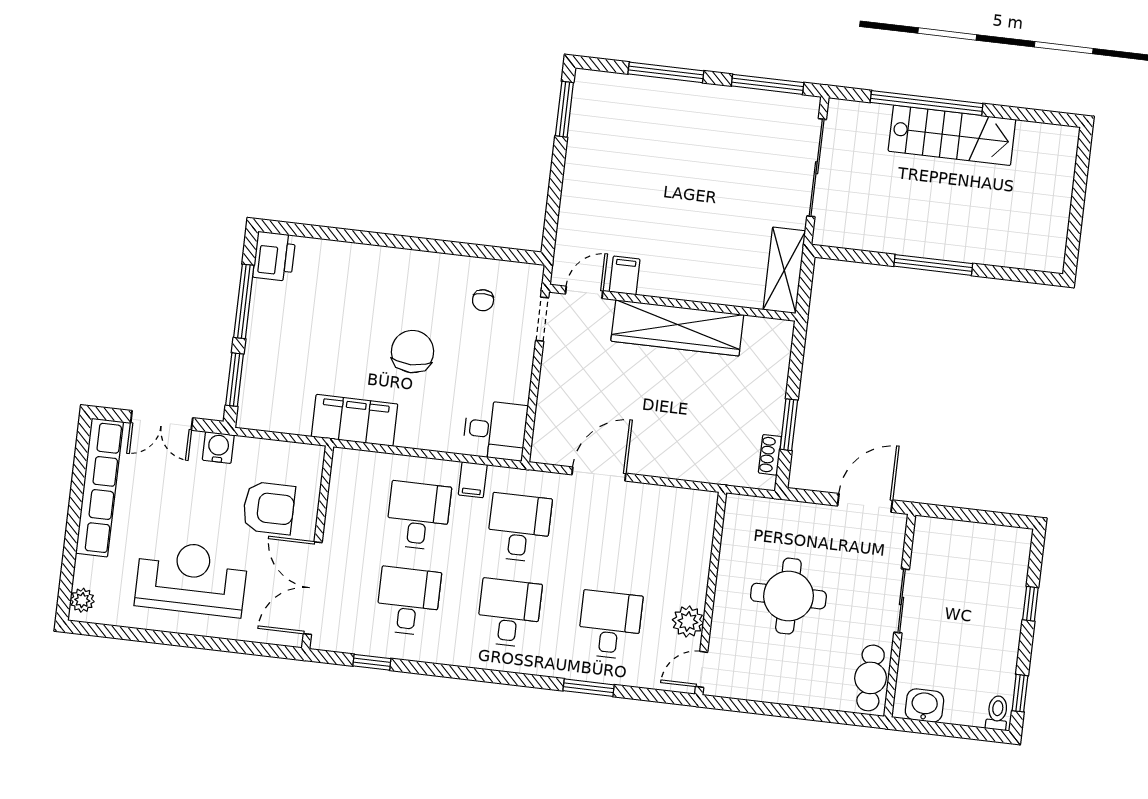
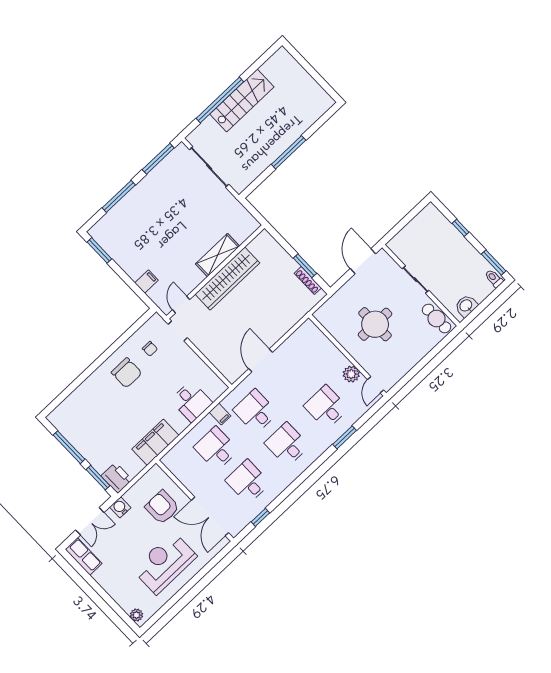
printer: (274, 256) -> (117, 478), moved
shelving: (784, 270) -> (218, 255), moved, turned 90
filing cabinet: (625, 275) -> (146, 281), moved, turned 90
chair: (412, 352) -> (127, 373), moved, turned 180
desk: (495, 430) -> (191, 402), moved, turned 90
shoe rack: (770, 455) -> (308, 281), width x1.43
row of seats: (99, 488) -> (84, 556), width x0.50
armchair: (269, 508) -> (162, 507), turned -90
window: (1020, 693) -> (494, 262), width x1.50

